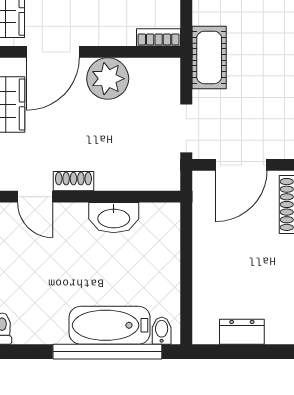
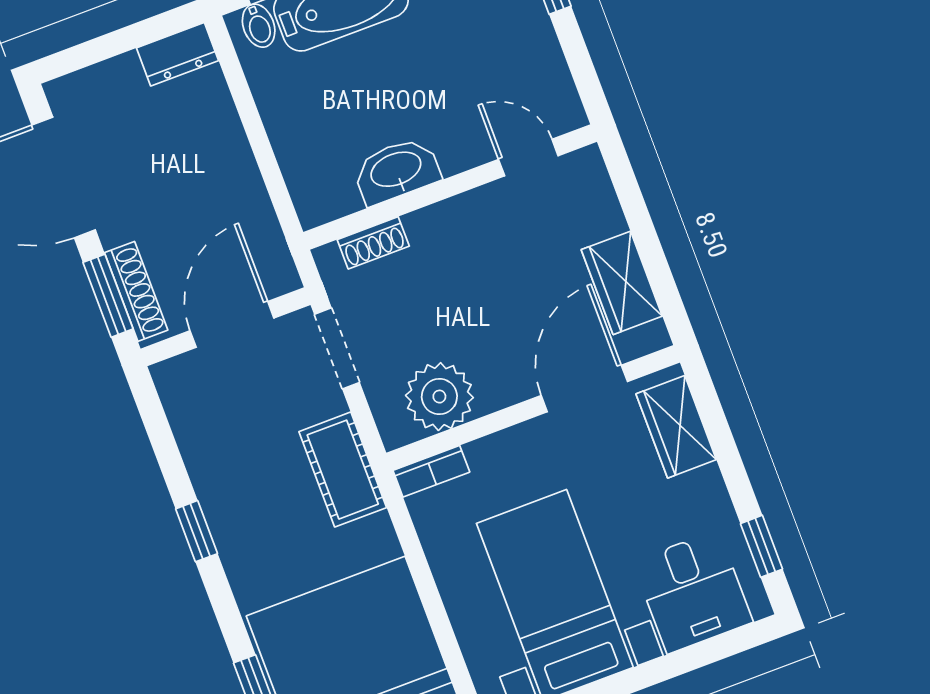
plant: (108, 79) -> (439, 397), moved
shoe rack: (73, 181) -> (373, 243), moved
dresser: (242, 332) -> (177, 54), moved

